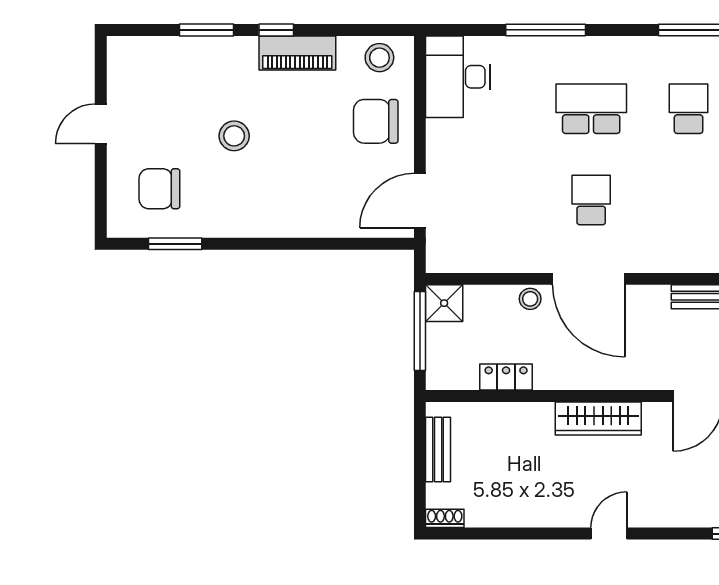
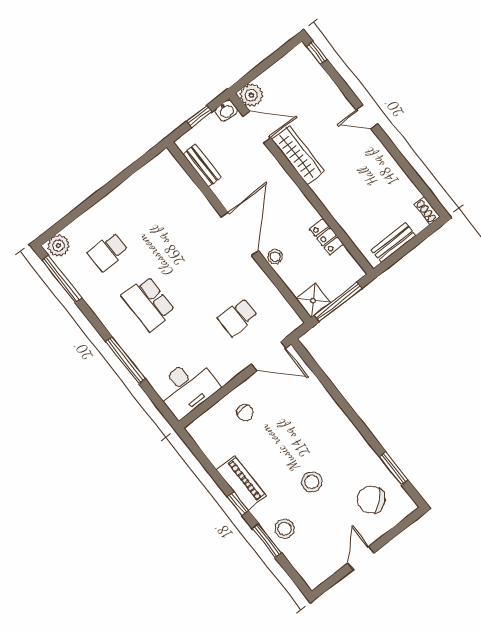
stool: (379, 58) -> (285, 529), moved
chair: (376, 121) -> (245, 413), width x0.54, depth x0.54
door: (101, 124) -> (361, 558), swing flipped
chair: (159, 189) -> (371, 500), turned 139
school desk: (591, 200) -> (238, 317), moved
wardrobe: (598, 418) -> (298, 155), moved

